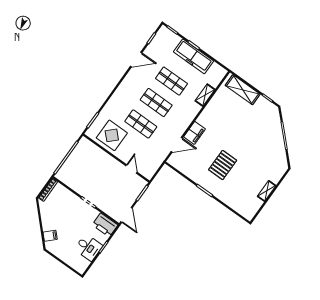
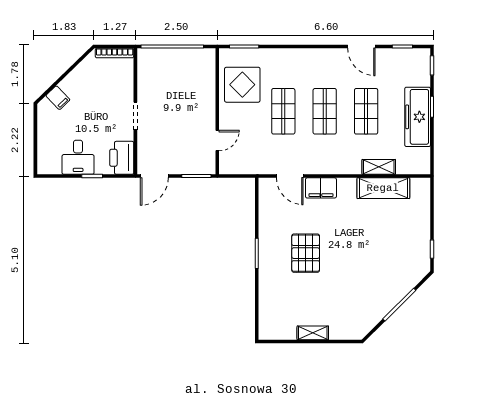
shelving: (243, 90) -> (383, 188), moved, turned 90
pallet: (223, 165) -> (306, 253), turned 90

